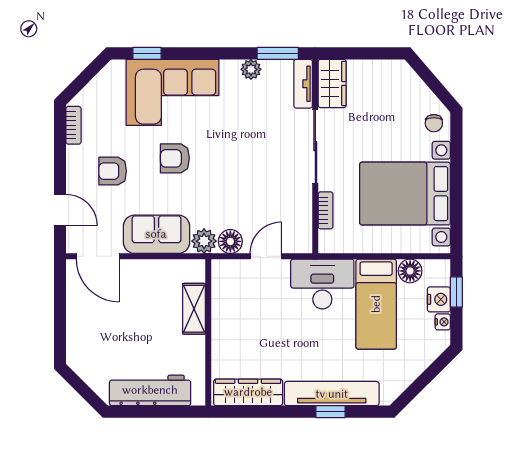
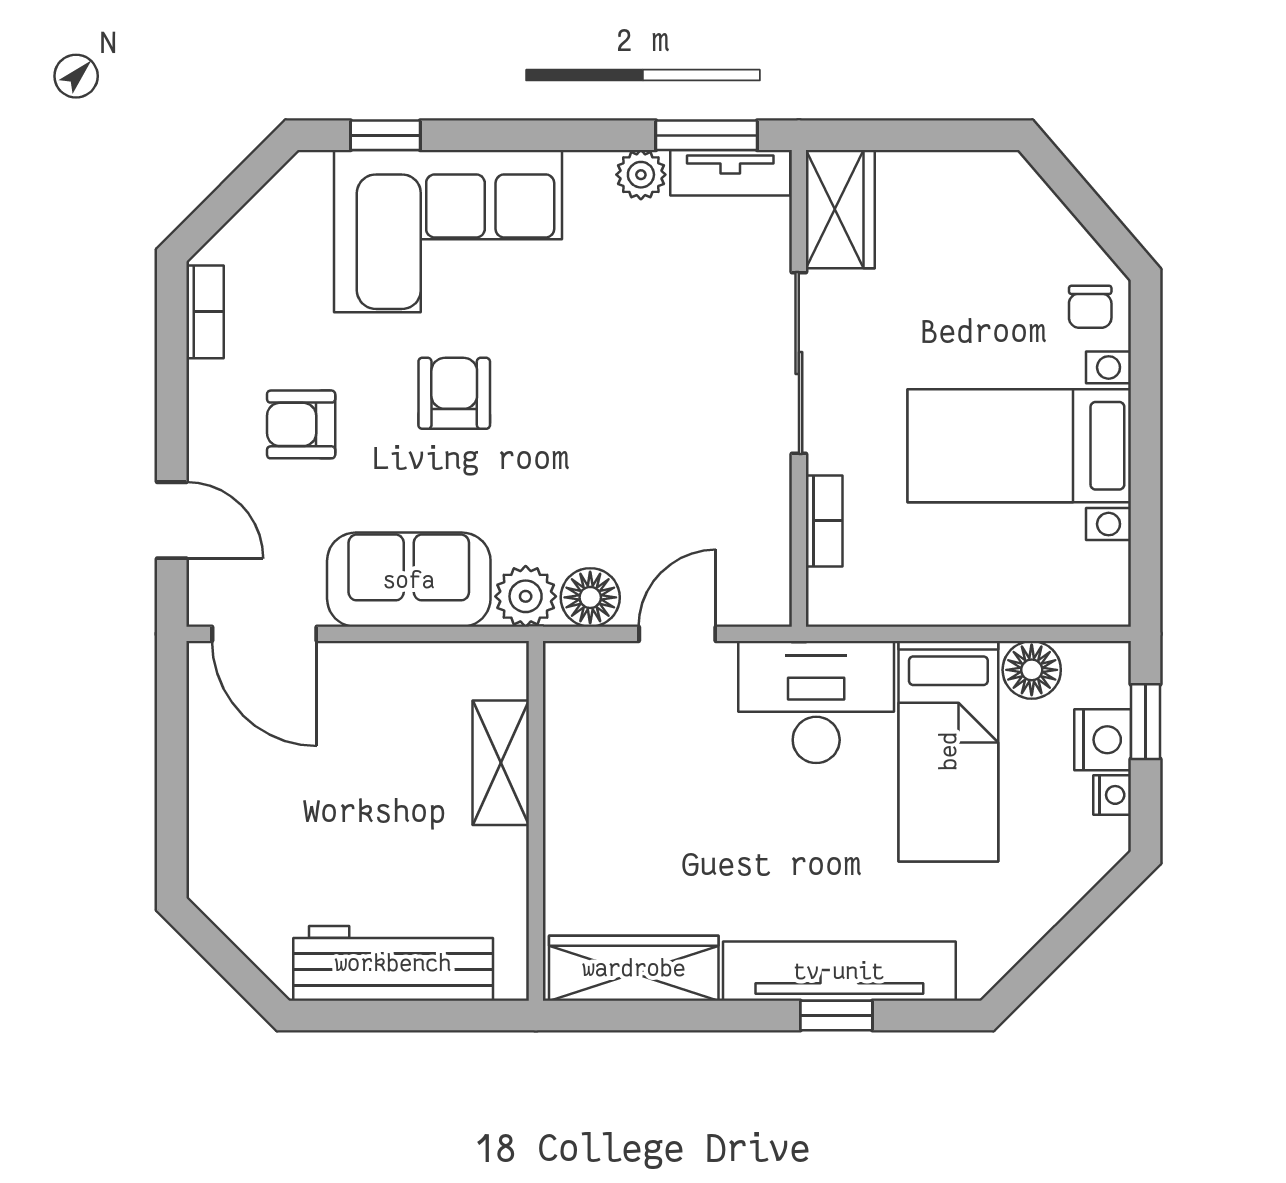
tv unit: (303, 84) -> (730, 173), moved, turned -90
armchair: (175, 158) -> (454, 393), turned 90
bed with nightstands: (405, 194) -> (1019, 446), width x0.73

